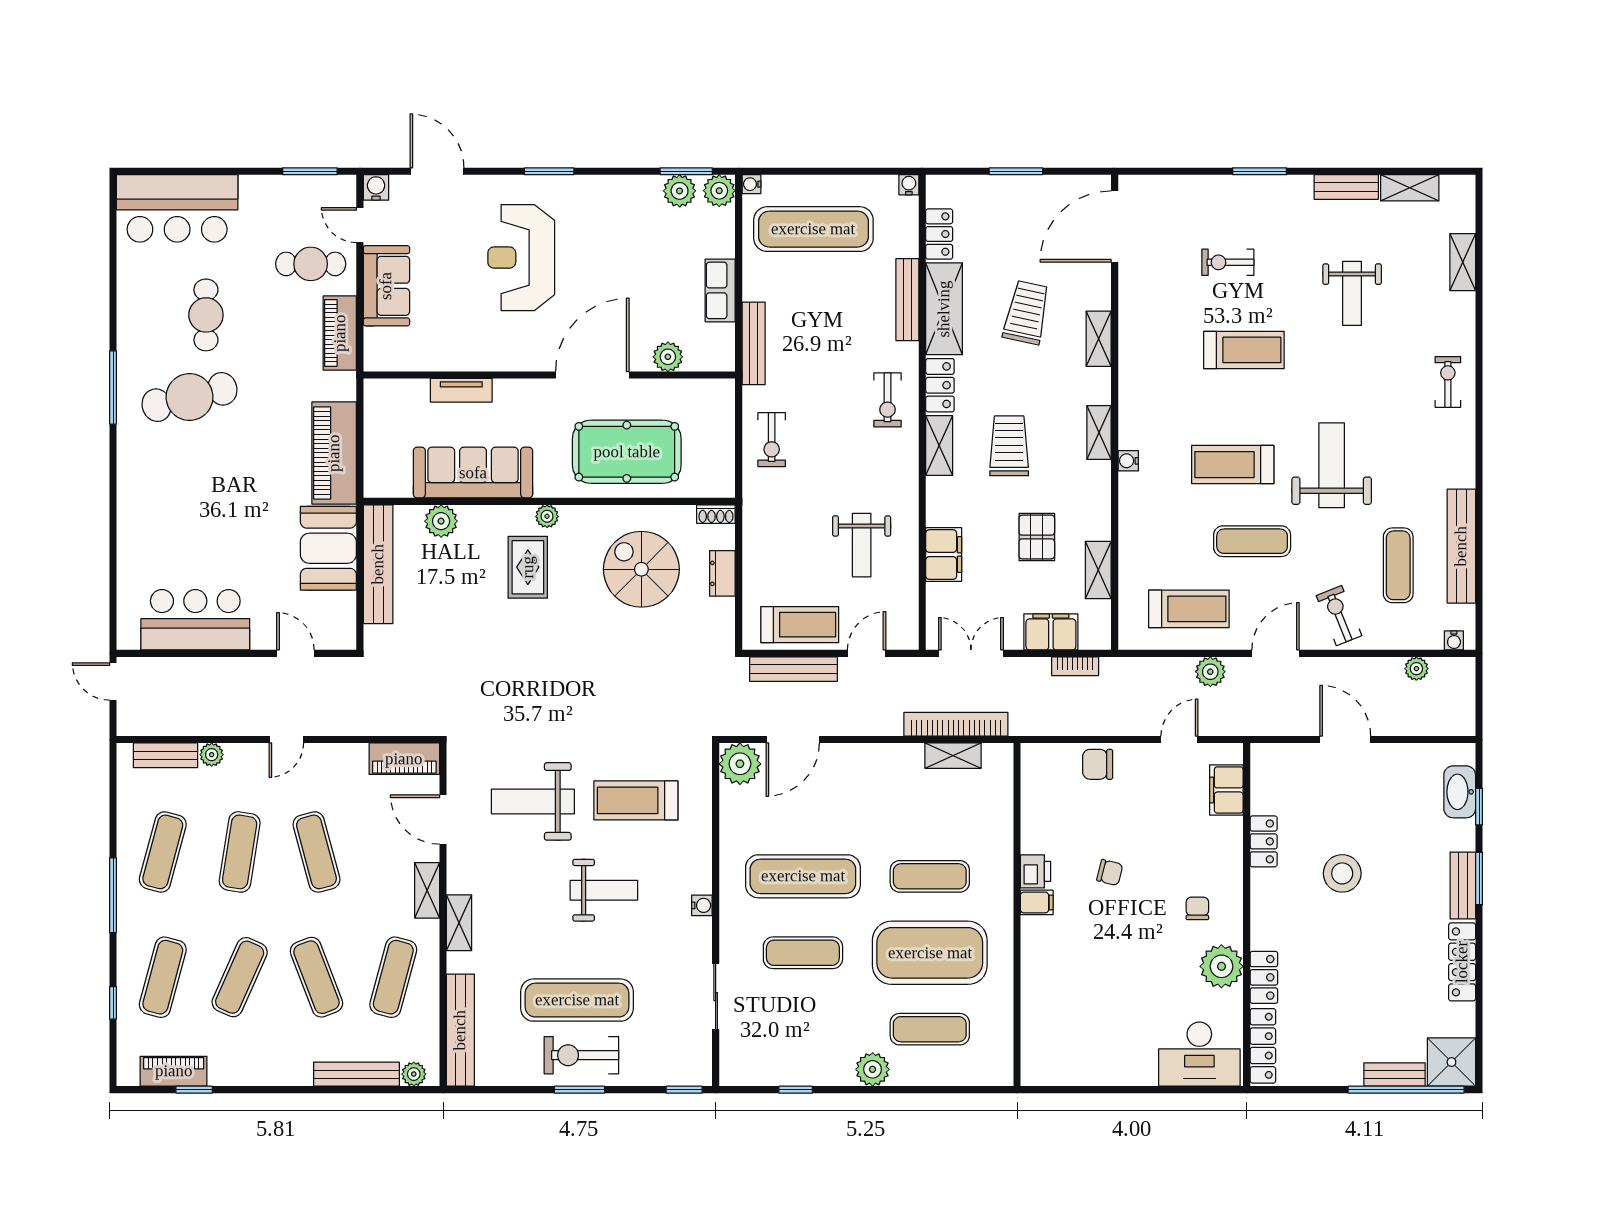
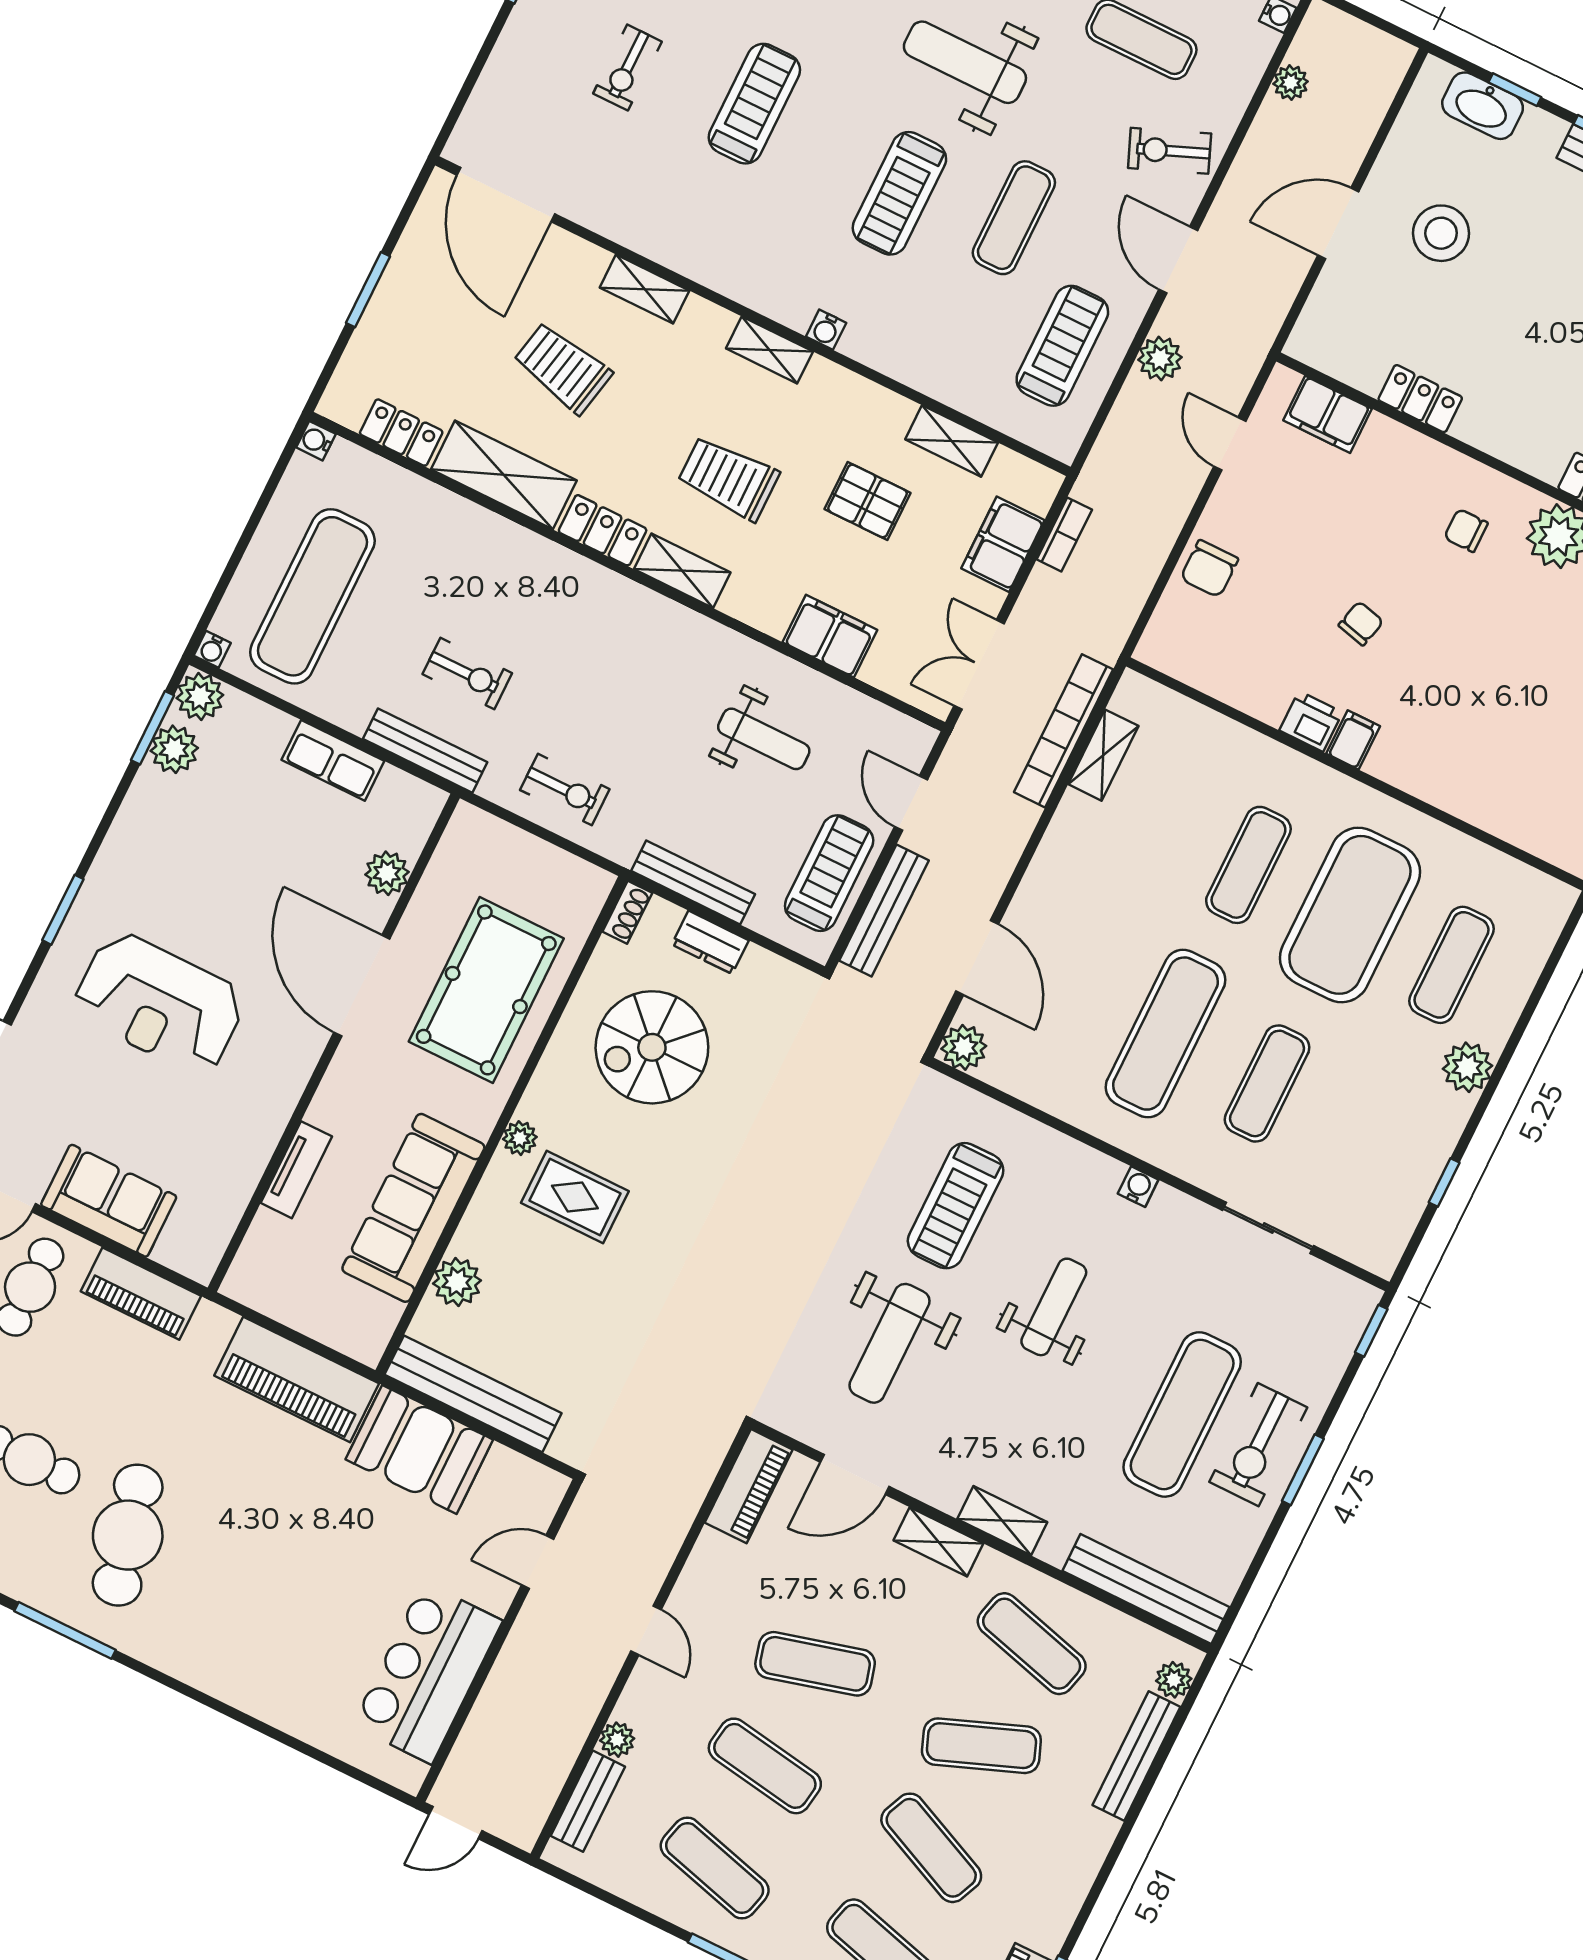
bench: (907, 300) -> (693, 883), moved
exercise bike: (887, 400) -> (467, 674), moved
plant: (740, 764) -> (964, 1047), width x0.73, depth x0.73
stool: (1342, 873) -> (1441, 233), moved

